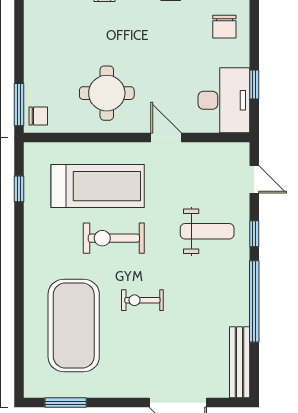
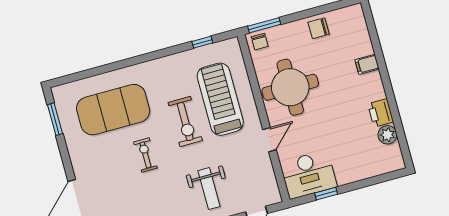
chair: (224, 27) -> (319, 28), moved
round table: (107, 93) -> (290, 87), width x1.36, depth x1.36
treadmill: (98, 186) -> (220, 99), turned 180
exercise bike: (114, 238) -> (185, 122), turned 180

